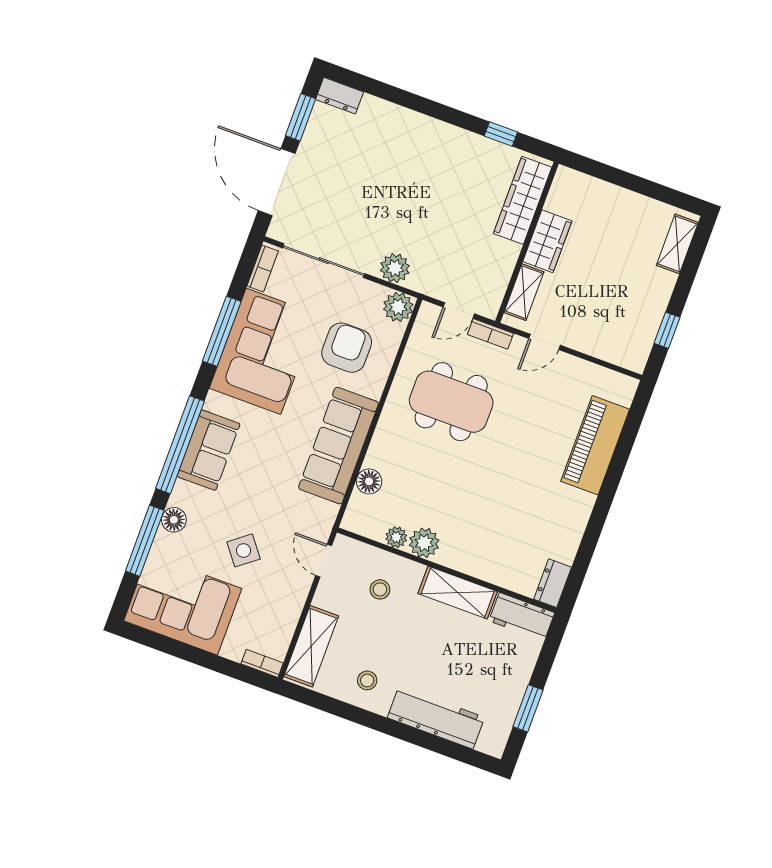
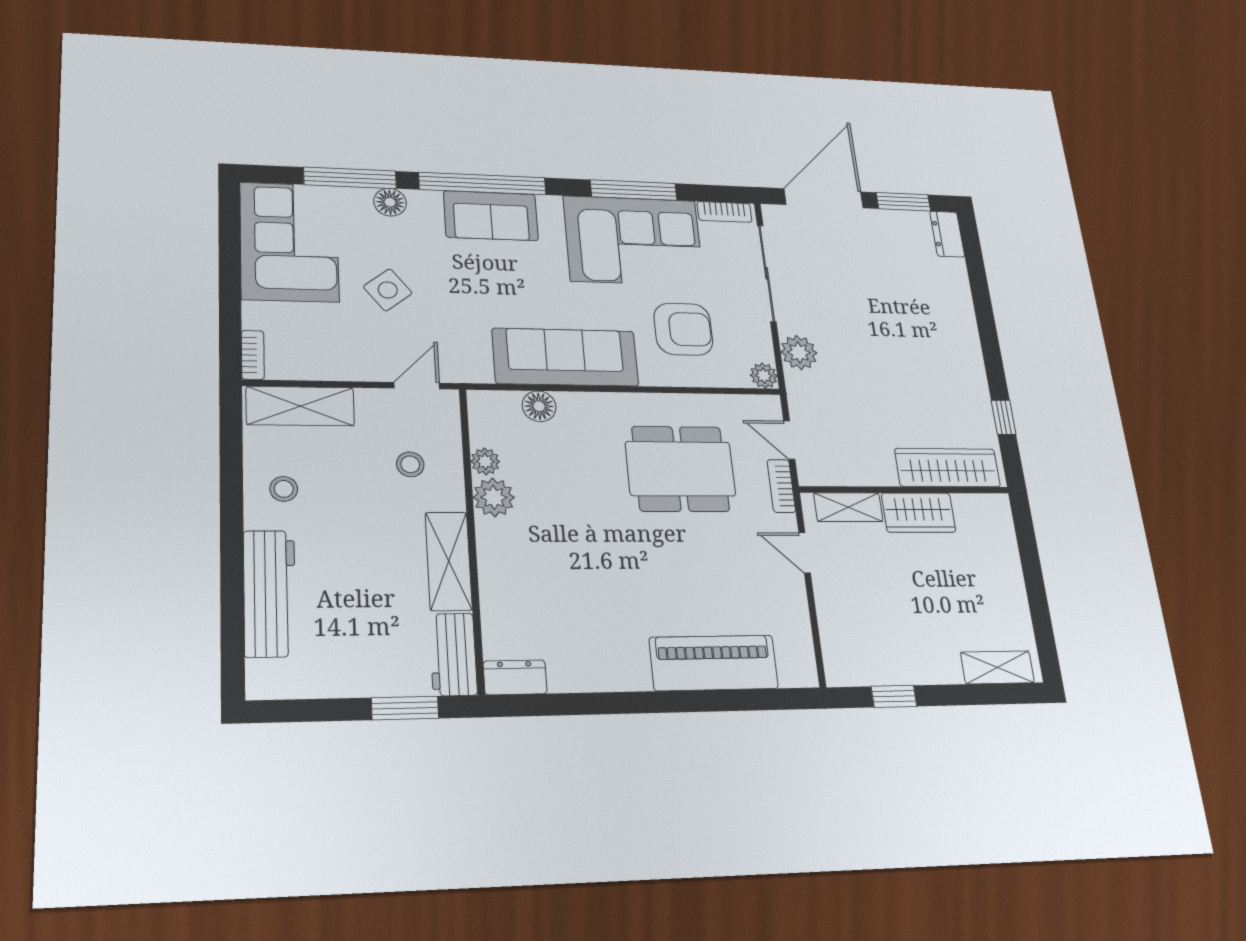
plant: (398, 307) -> (764, 376), width x0.73, depth x0.73
dining table: (451, 402) -> (680, 469), turned 90
window: (528, 708) -> (405, 708), moved

